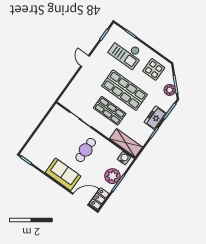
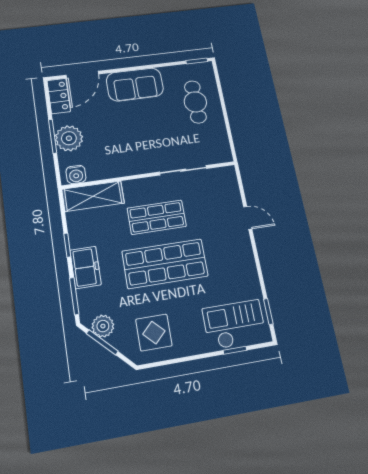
checkout: (126, 53) -> (234, 324), moved
door: (85, 61) -> (248, 218), moved
cafe table: (86, 150) -> (195, 102), moved

